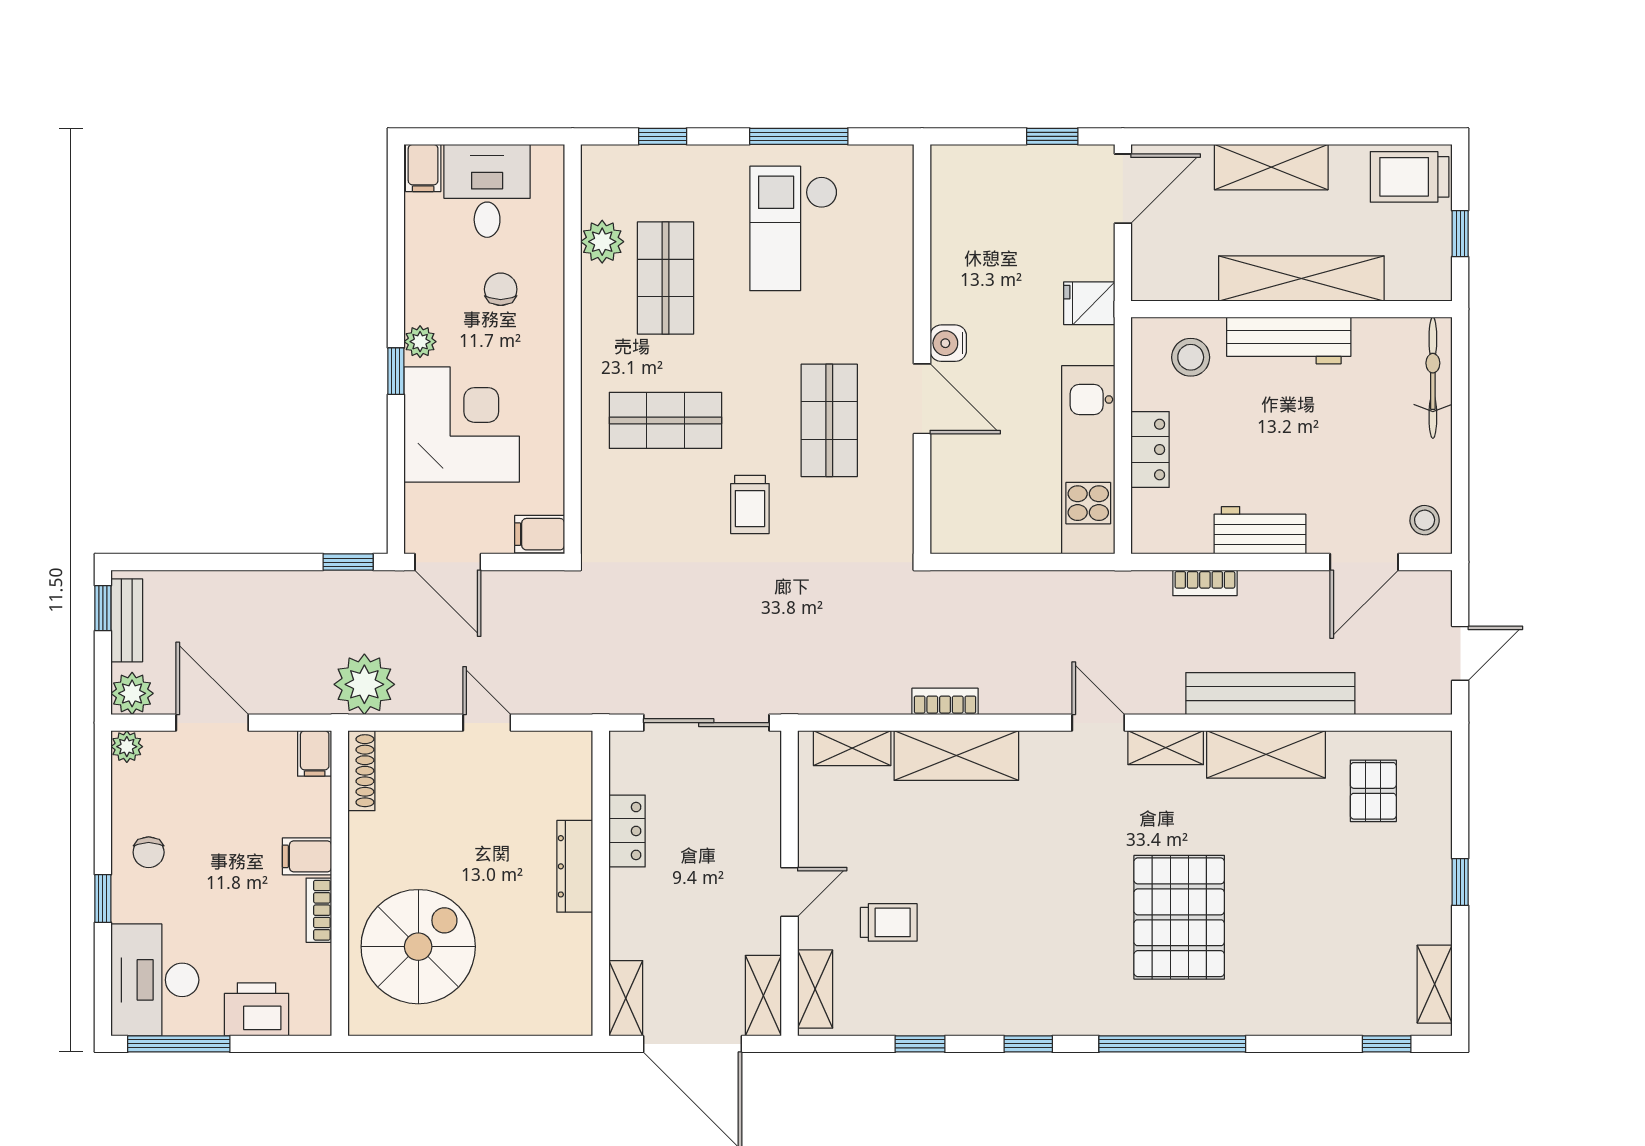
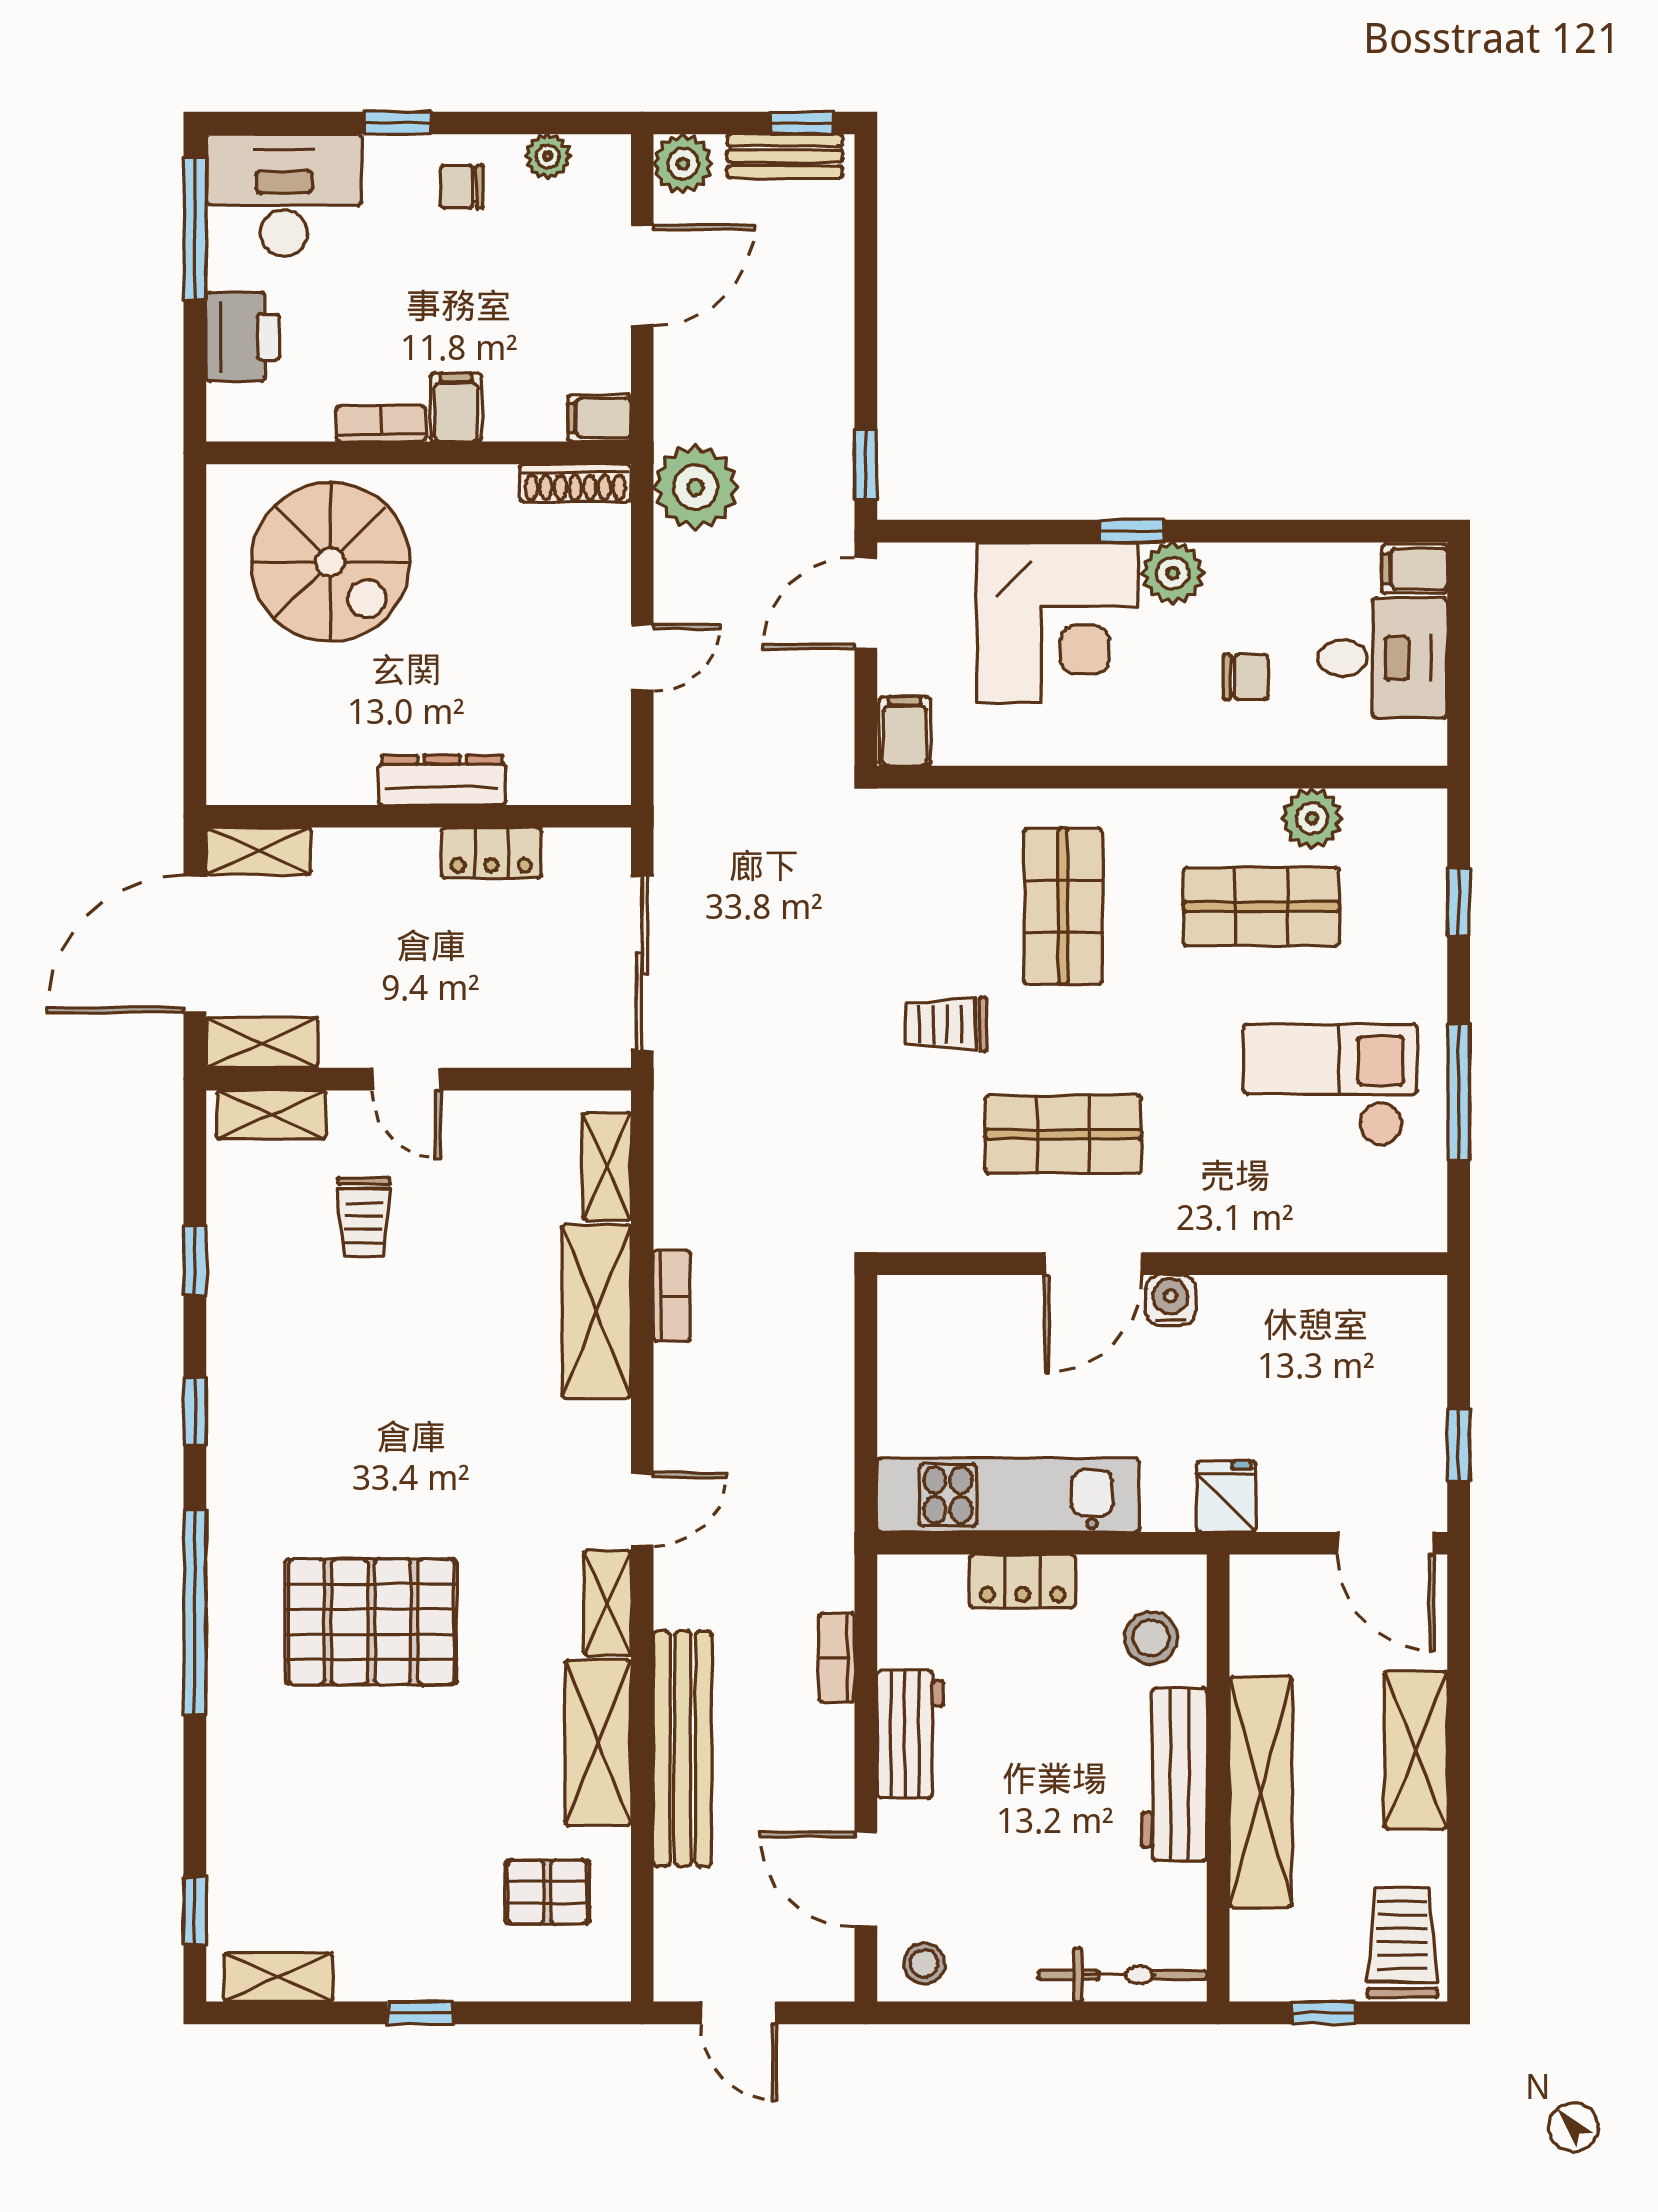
plant: (420, 342) -> (1173, 573), width x1.38, depth x1.38
plant: (127, 747) -> (548, 156), moved

